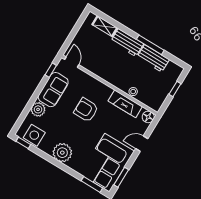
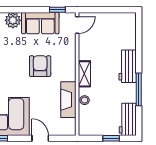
shelving: (105, 26) -> (84, 74), moved
workbench: (153, 58) -> (128, 119), moved
floor lamp: (148, 117) -> (69, 129), removed

